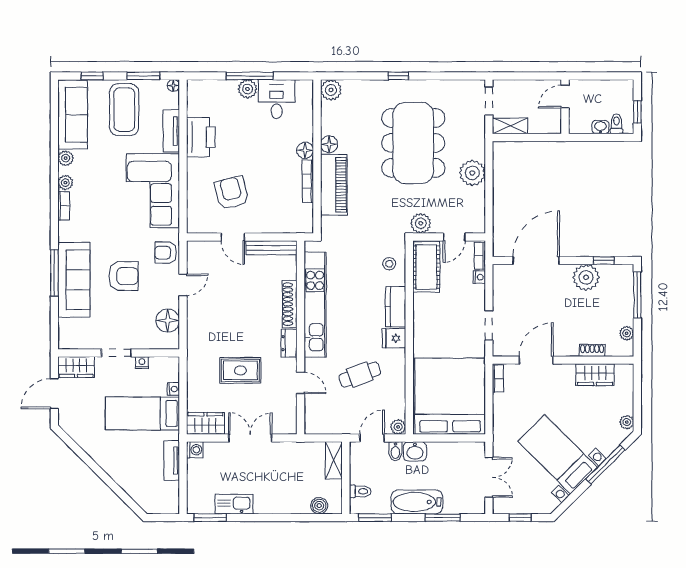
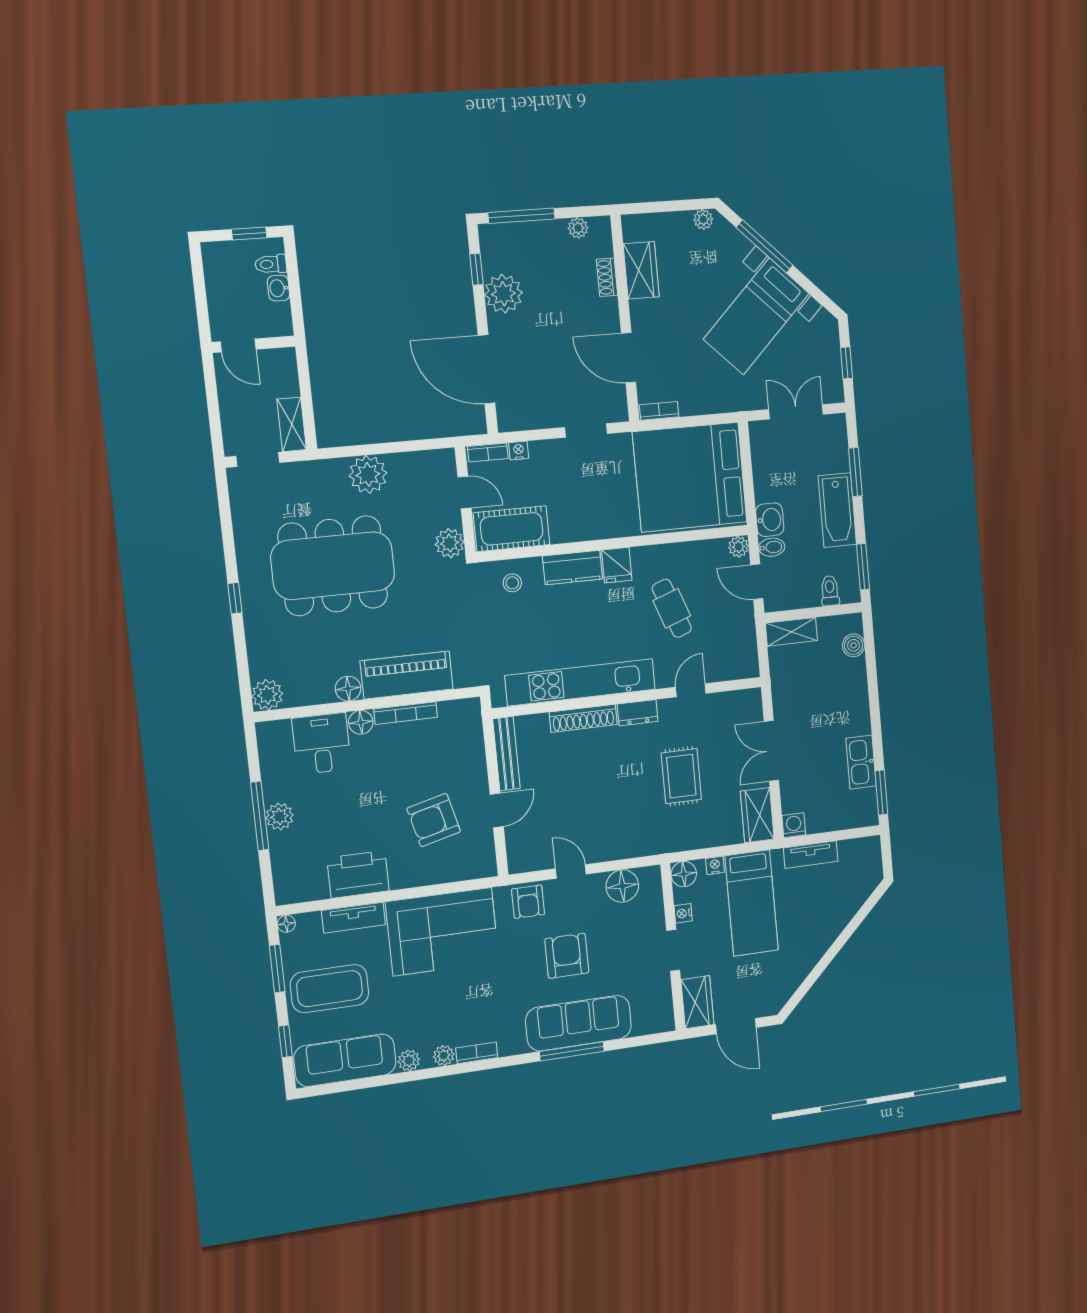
desk: (277, 99) -> (322, 744), moved, turned 90
floor lamp: (170, 366) -> (684, 874), added

